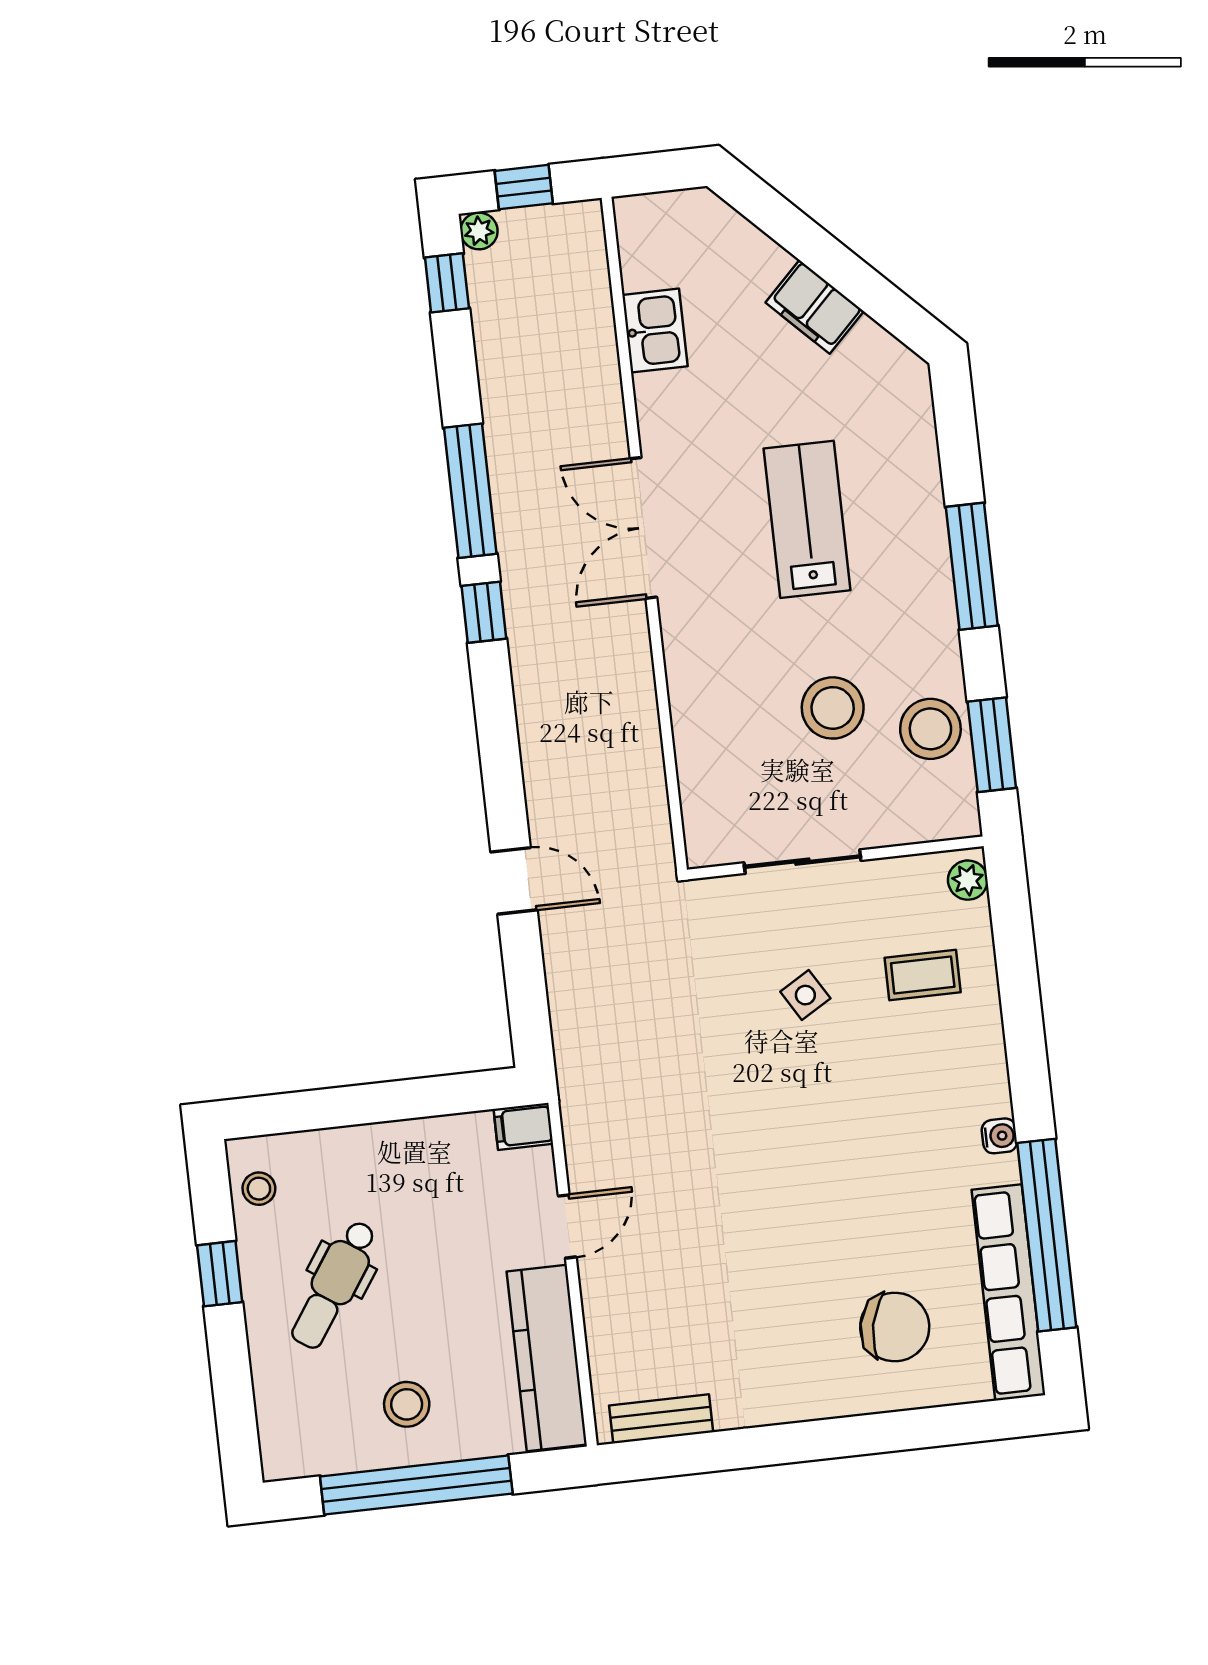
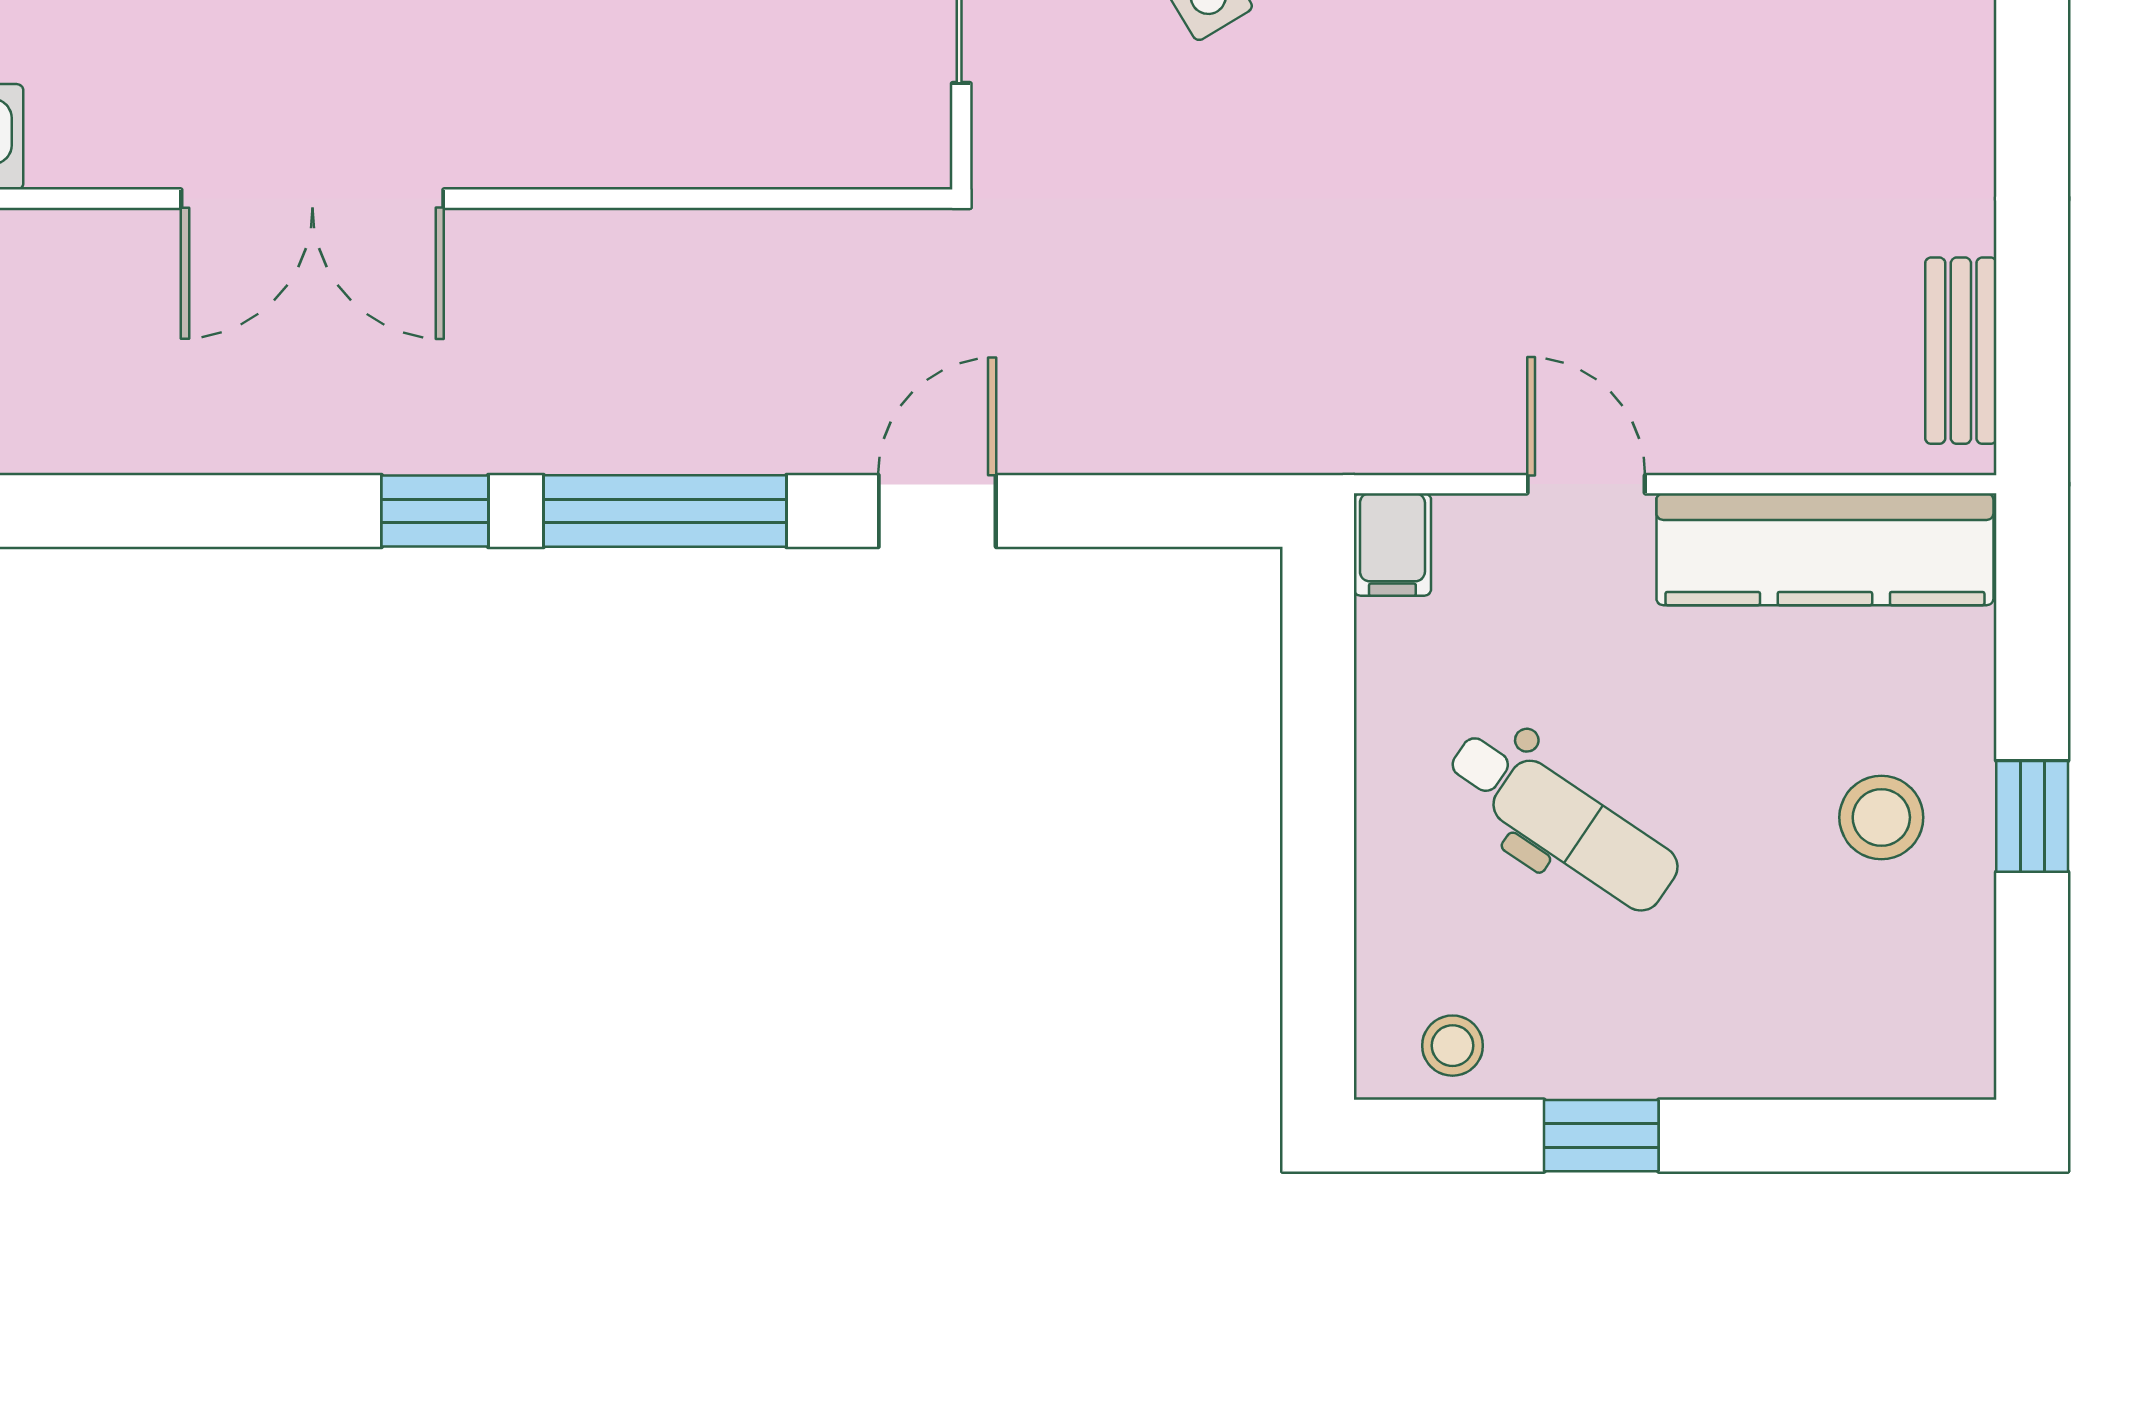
window: (470, 491) -> (665, 511), moved
dental chair: (334, 1285) -> (1563, 820), moved
window: (416, 1485) -> (2032, 816), width x0.32

